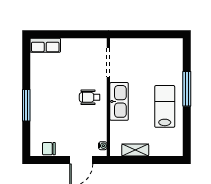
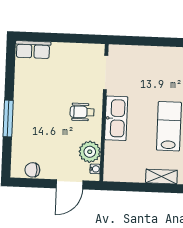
plant: (98, 131) -> (90, 152), added
shelving: (135, 150) -> (161, 177), moved

